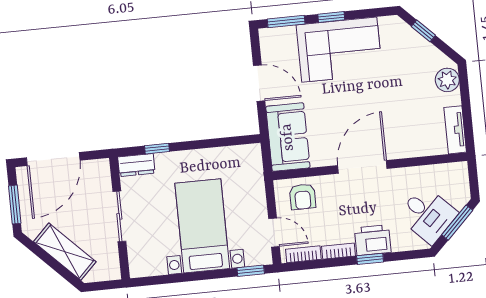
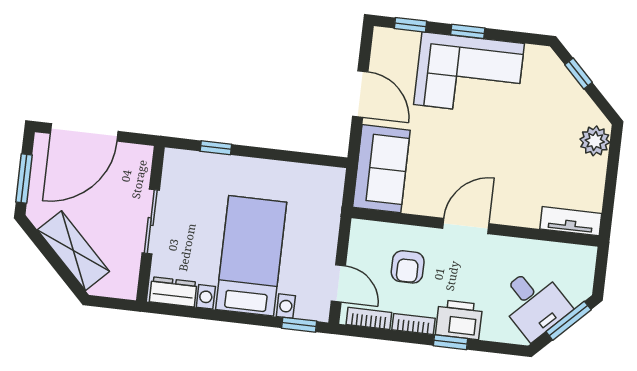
window: (286, 22) -> (411, 25), width x0.67
tv unit: (455, 130) -> (571, 221), moved, turned 90
dresser: (136, 165) -> (173, 292), moved, turned 180
door: (362, 167) -> (466, 226), width x0.73
armchair: (303, 197) -> (408, 267), moved

